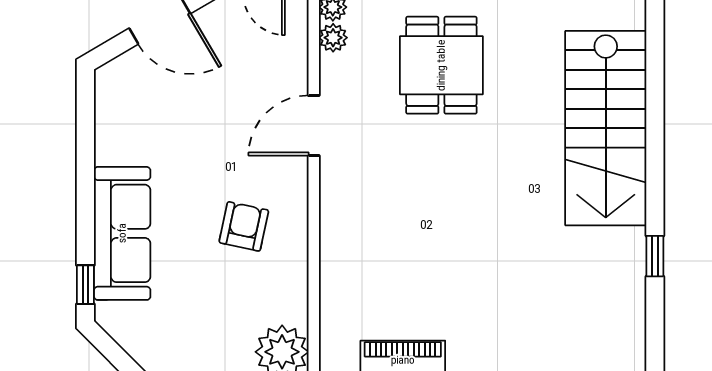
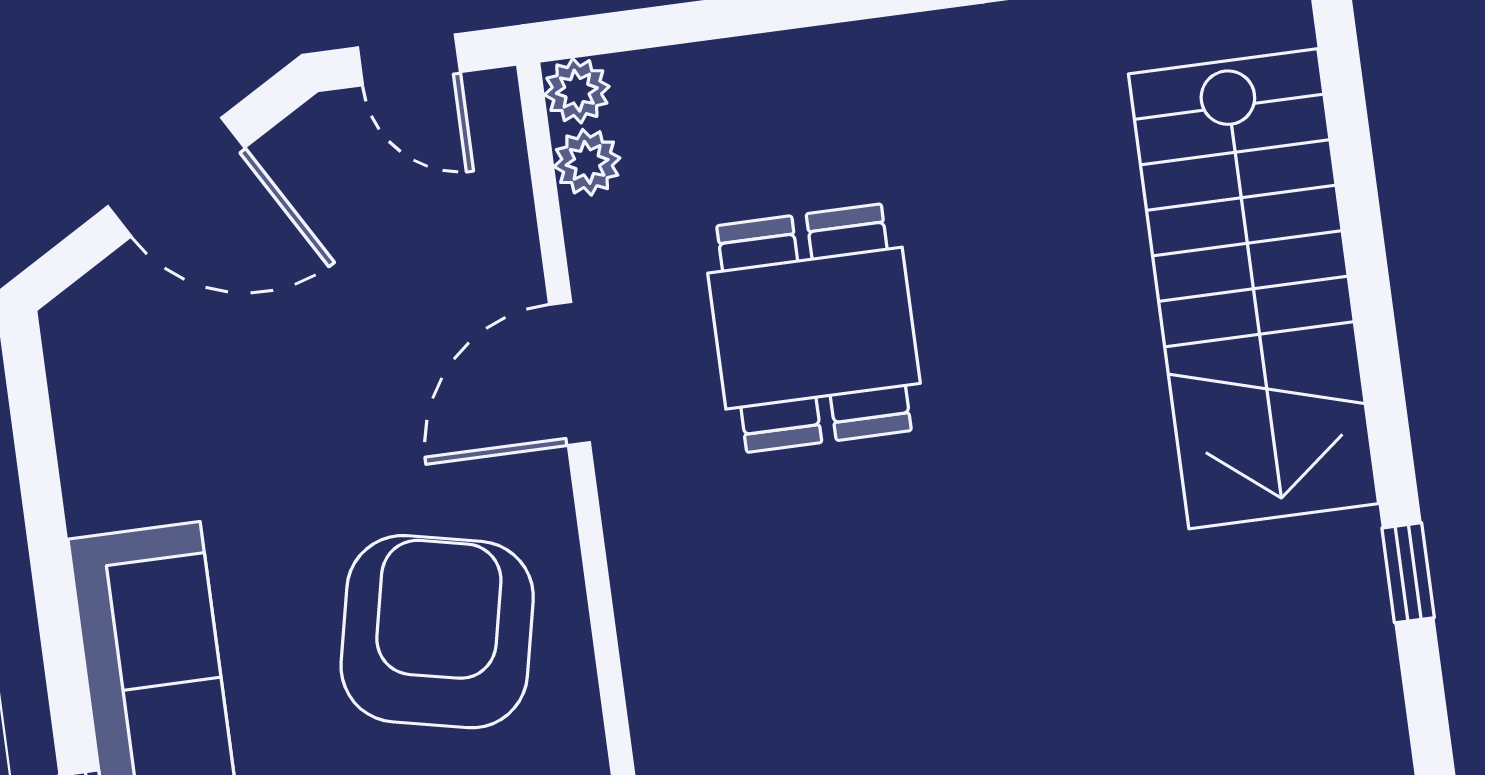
dining table: (441, 65) -> (814, 328), moved
armchair: (244, 226) -> (437, 632), width x1.88, depth x1.88

